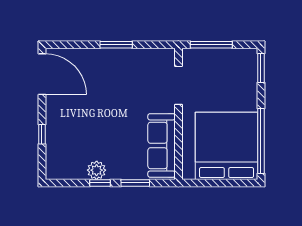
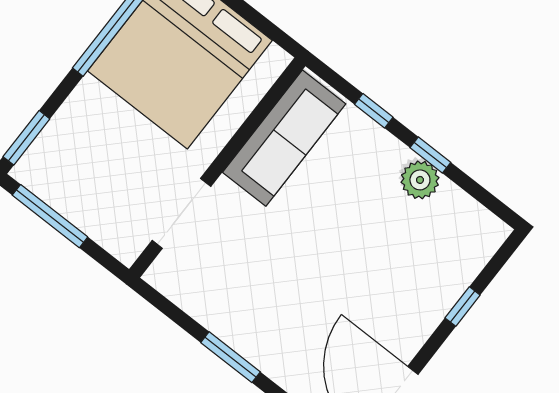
window: (211, 45) -> (50, 216), moved
window: (135, 183) -> (374, 111), width x0.67

